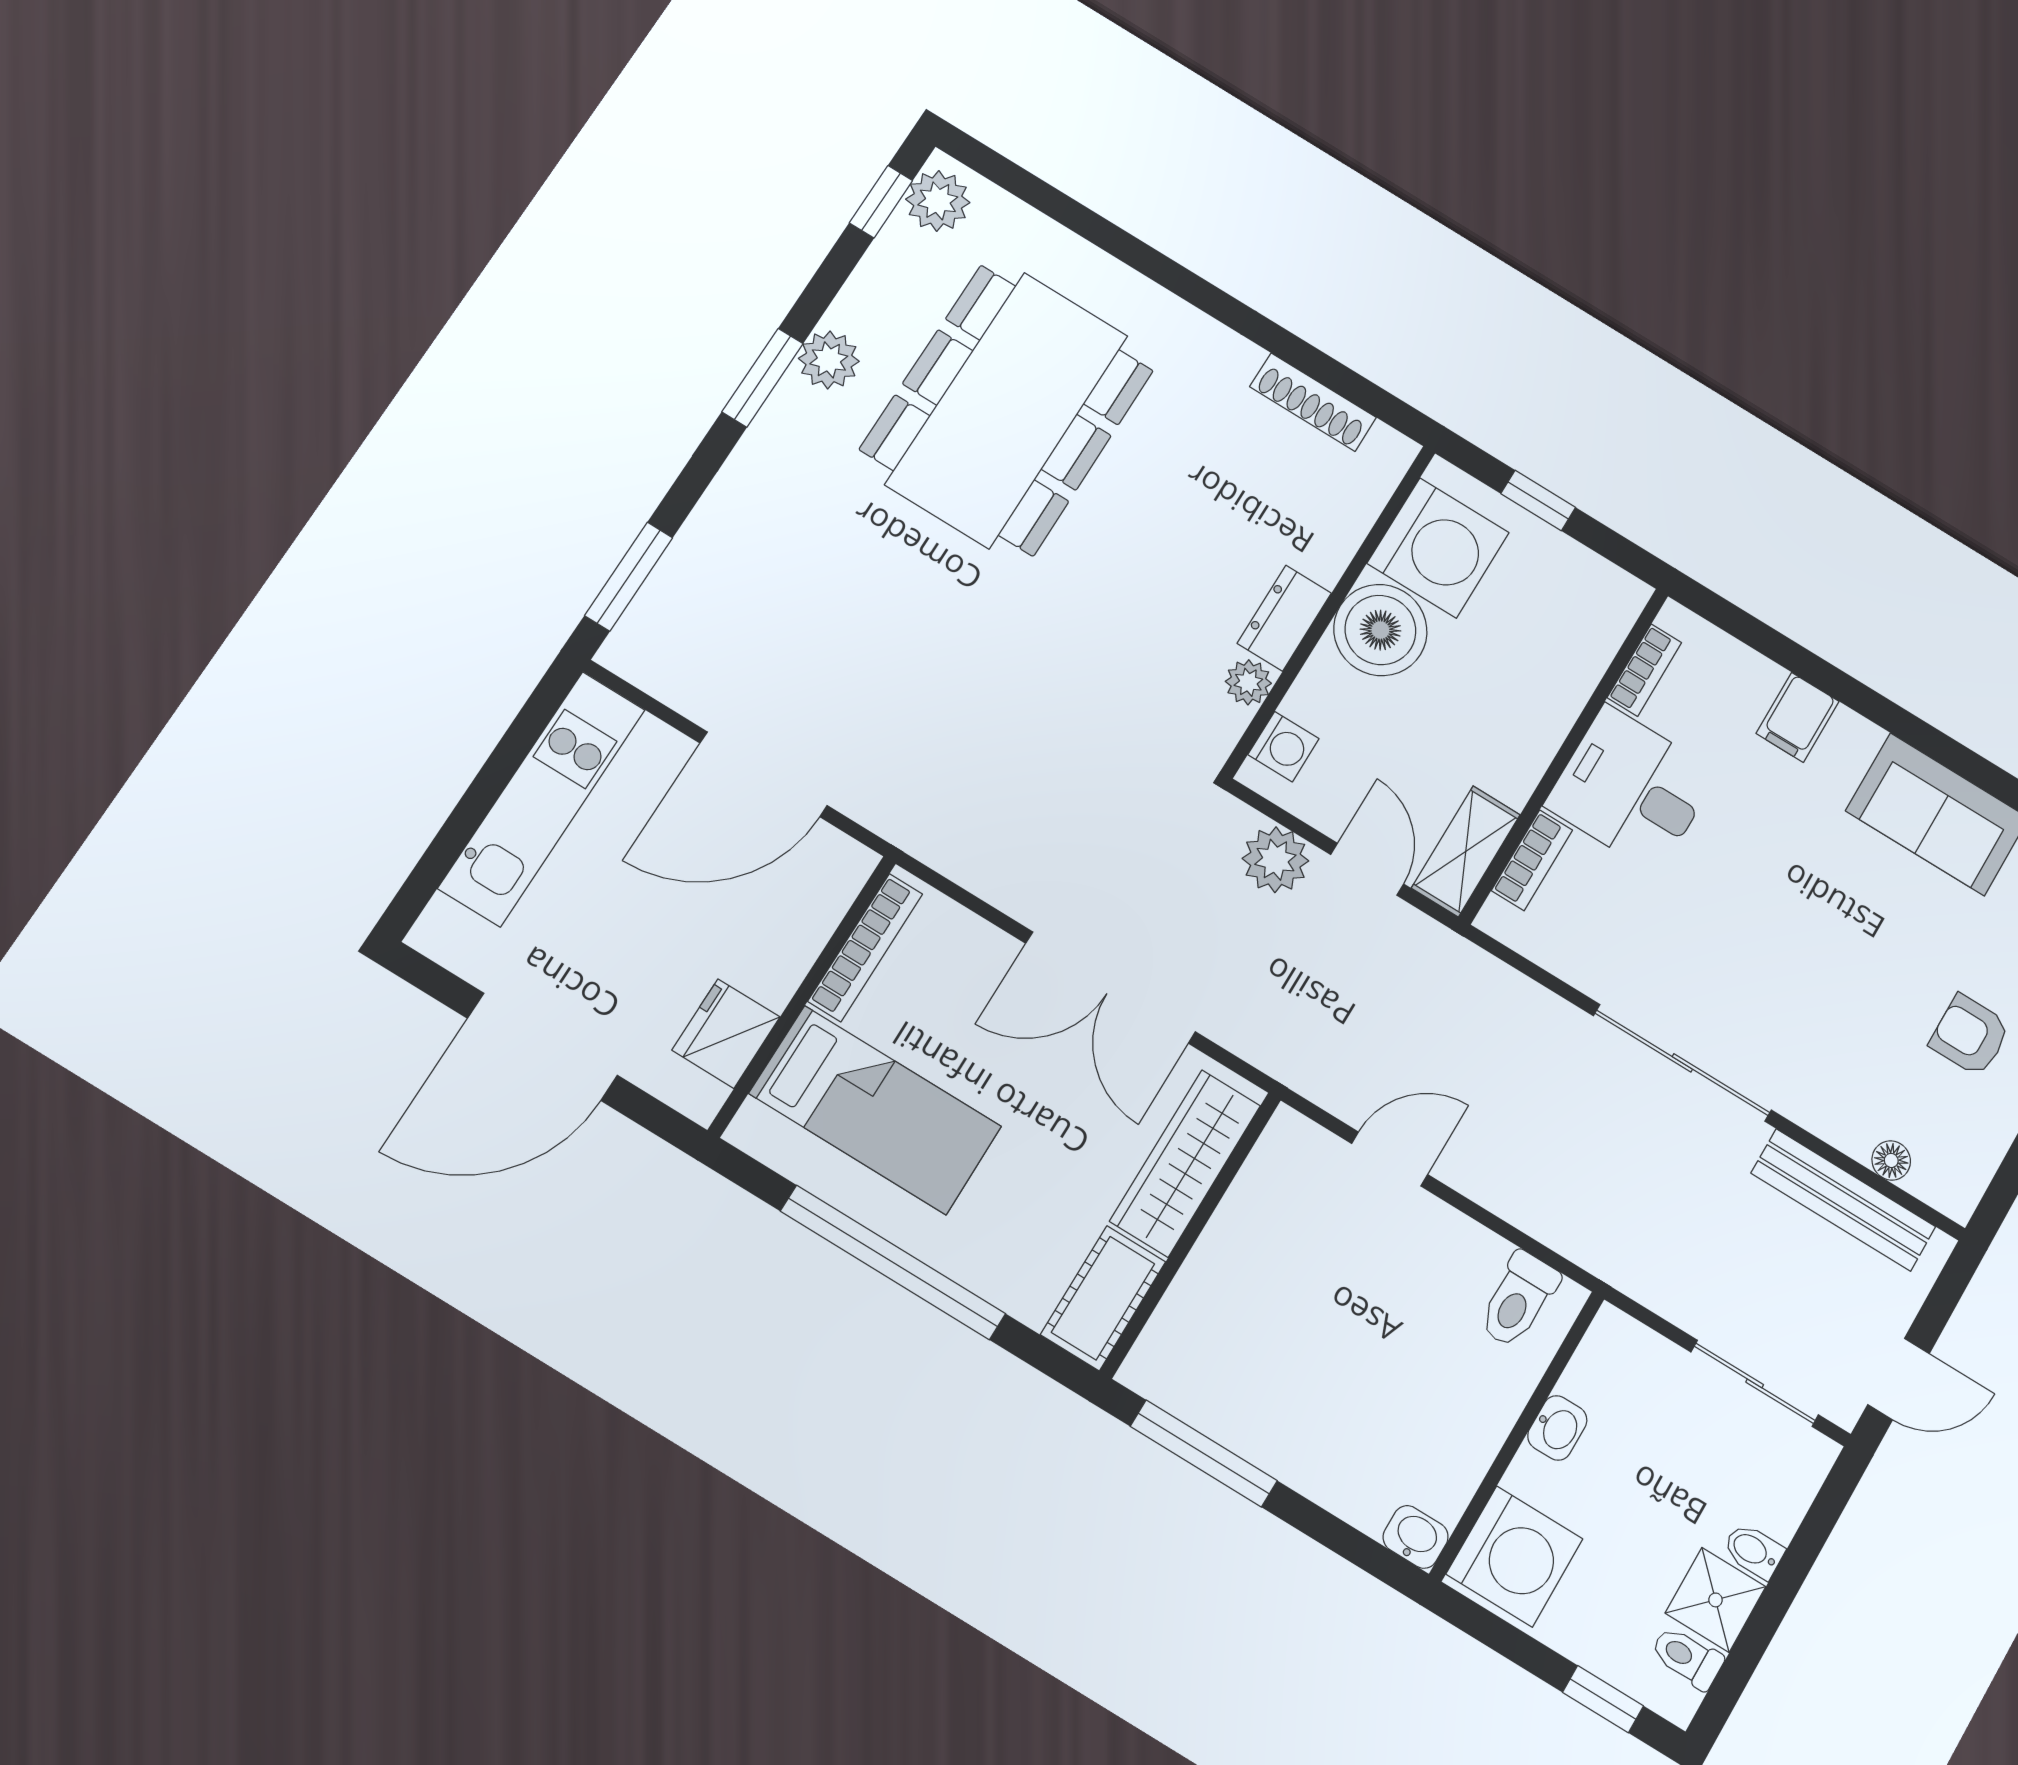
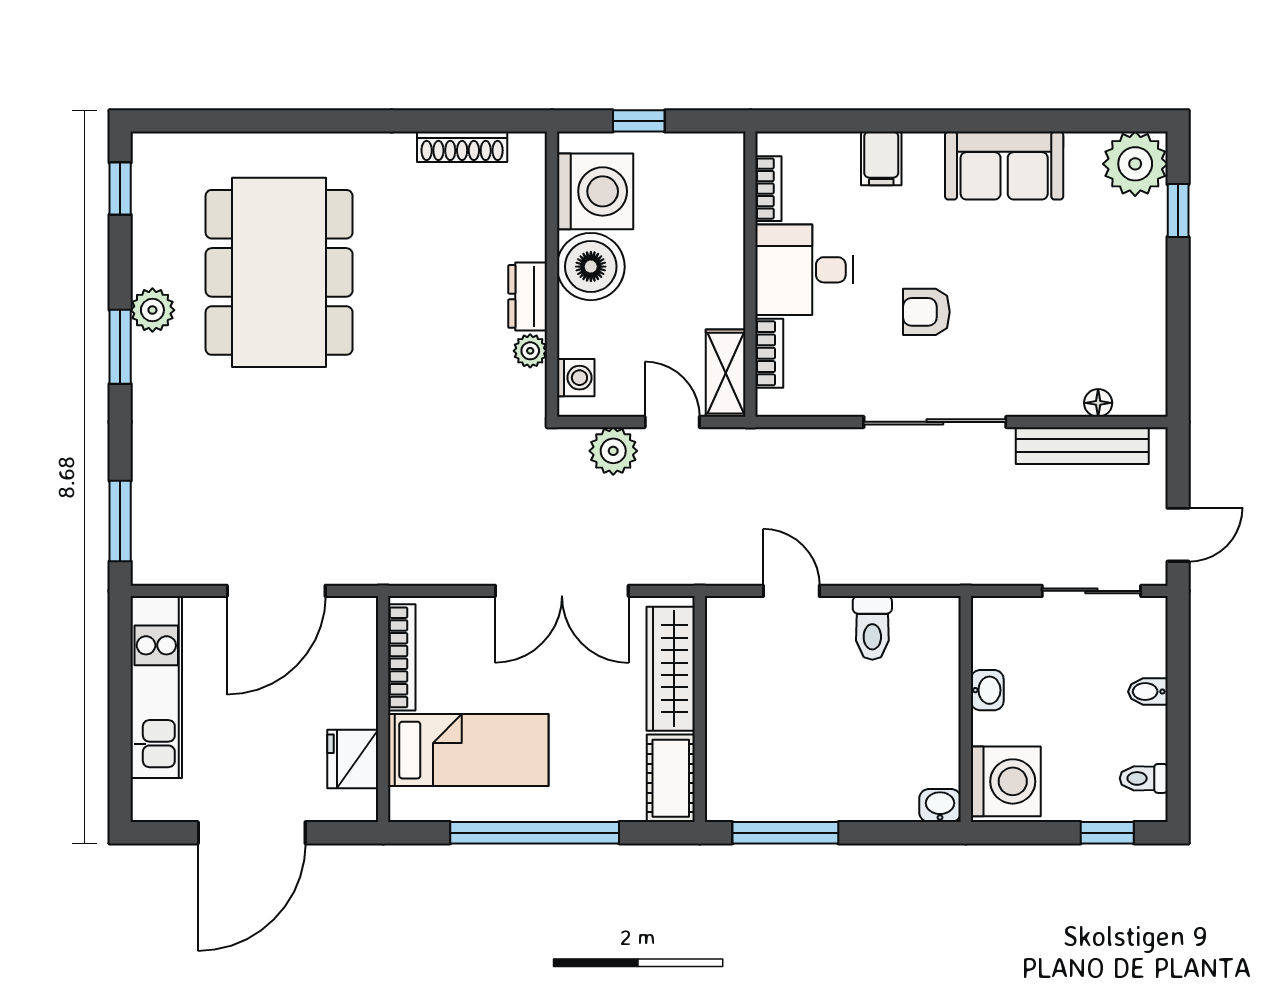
plant: (938, 201) -> (154, 166), removed
armchair: (1970, 1035) -> (926, 312), moved
door: (1390, 1159) -> (791, 591), hinge flipped
toilet: (1518, 1300) -> (872, 628), moved
shower: (1715, 1600) -> (1141, 734), removed

